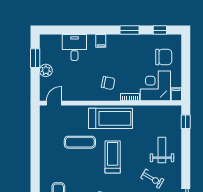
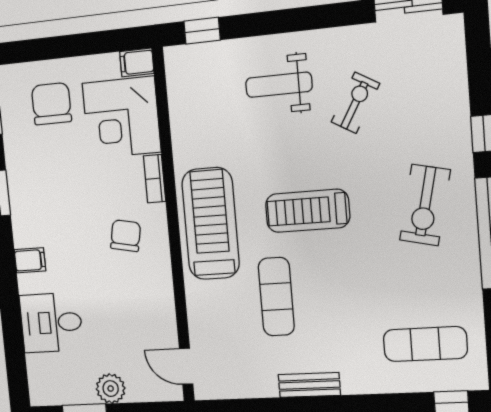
bench: (44, 152) -> (309, 385), added

